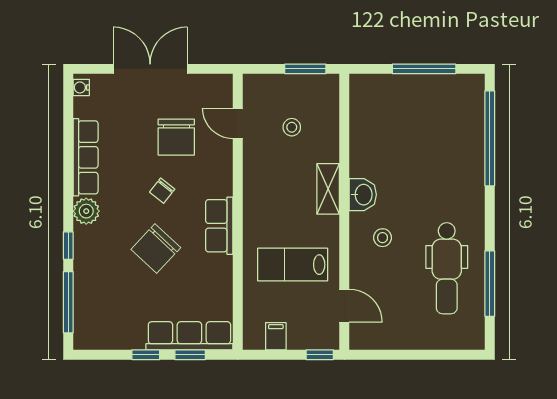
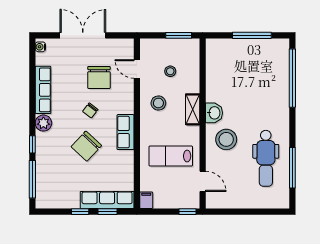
stool: (273, 179) -> (158, 103), added
stool: (383, 238) -> (226, 139), width x1.89, depth x1.89
filing cabinet: (276, 336) -> (146, 200), moved

